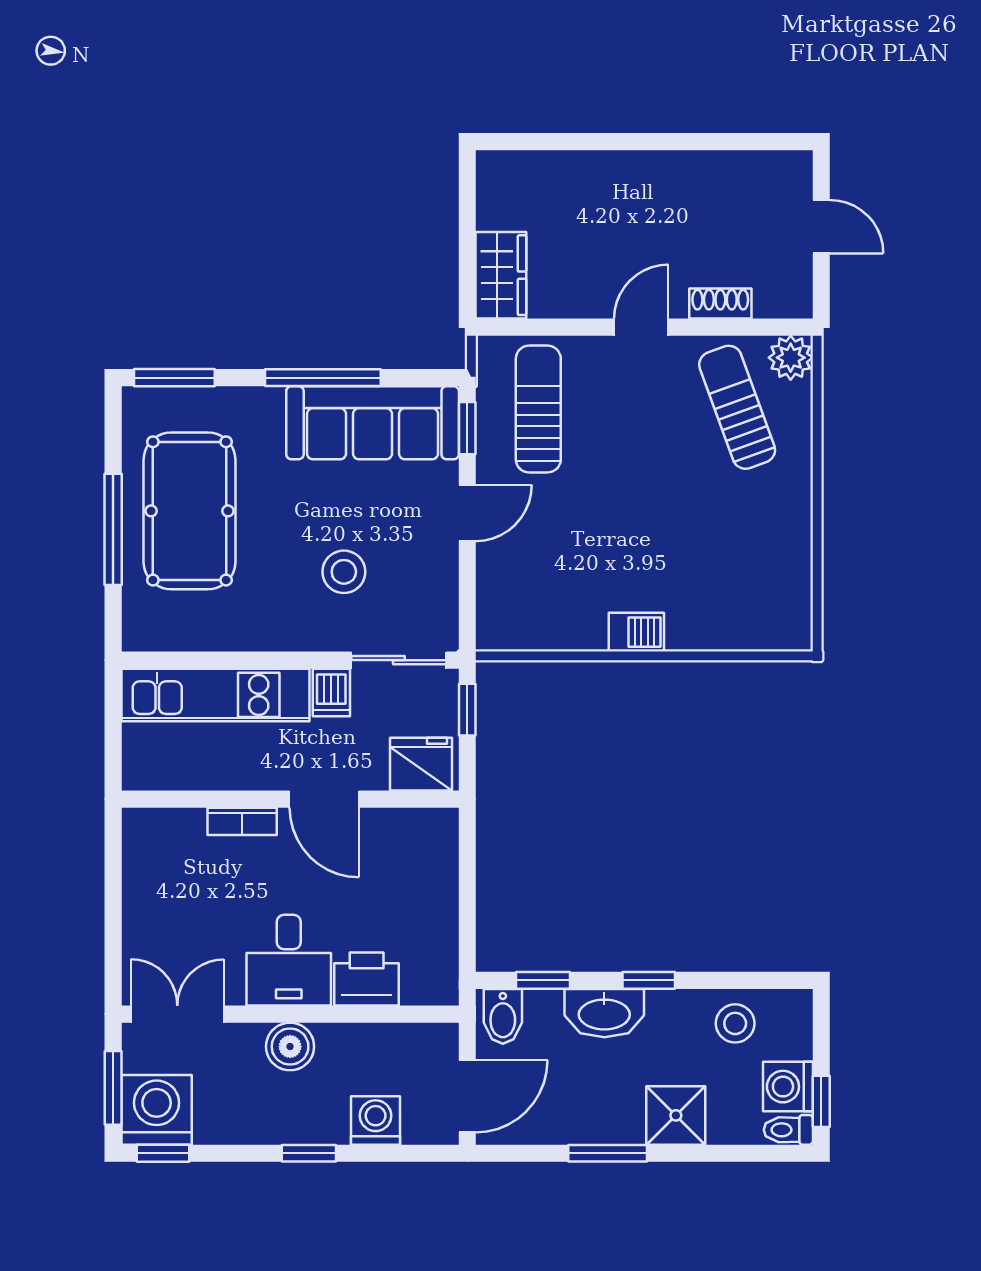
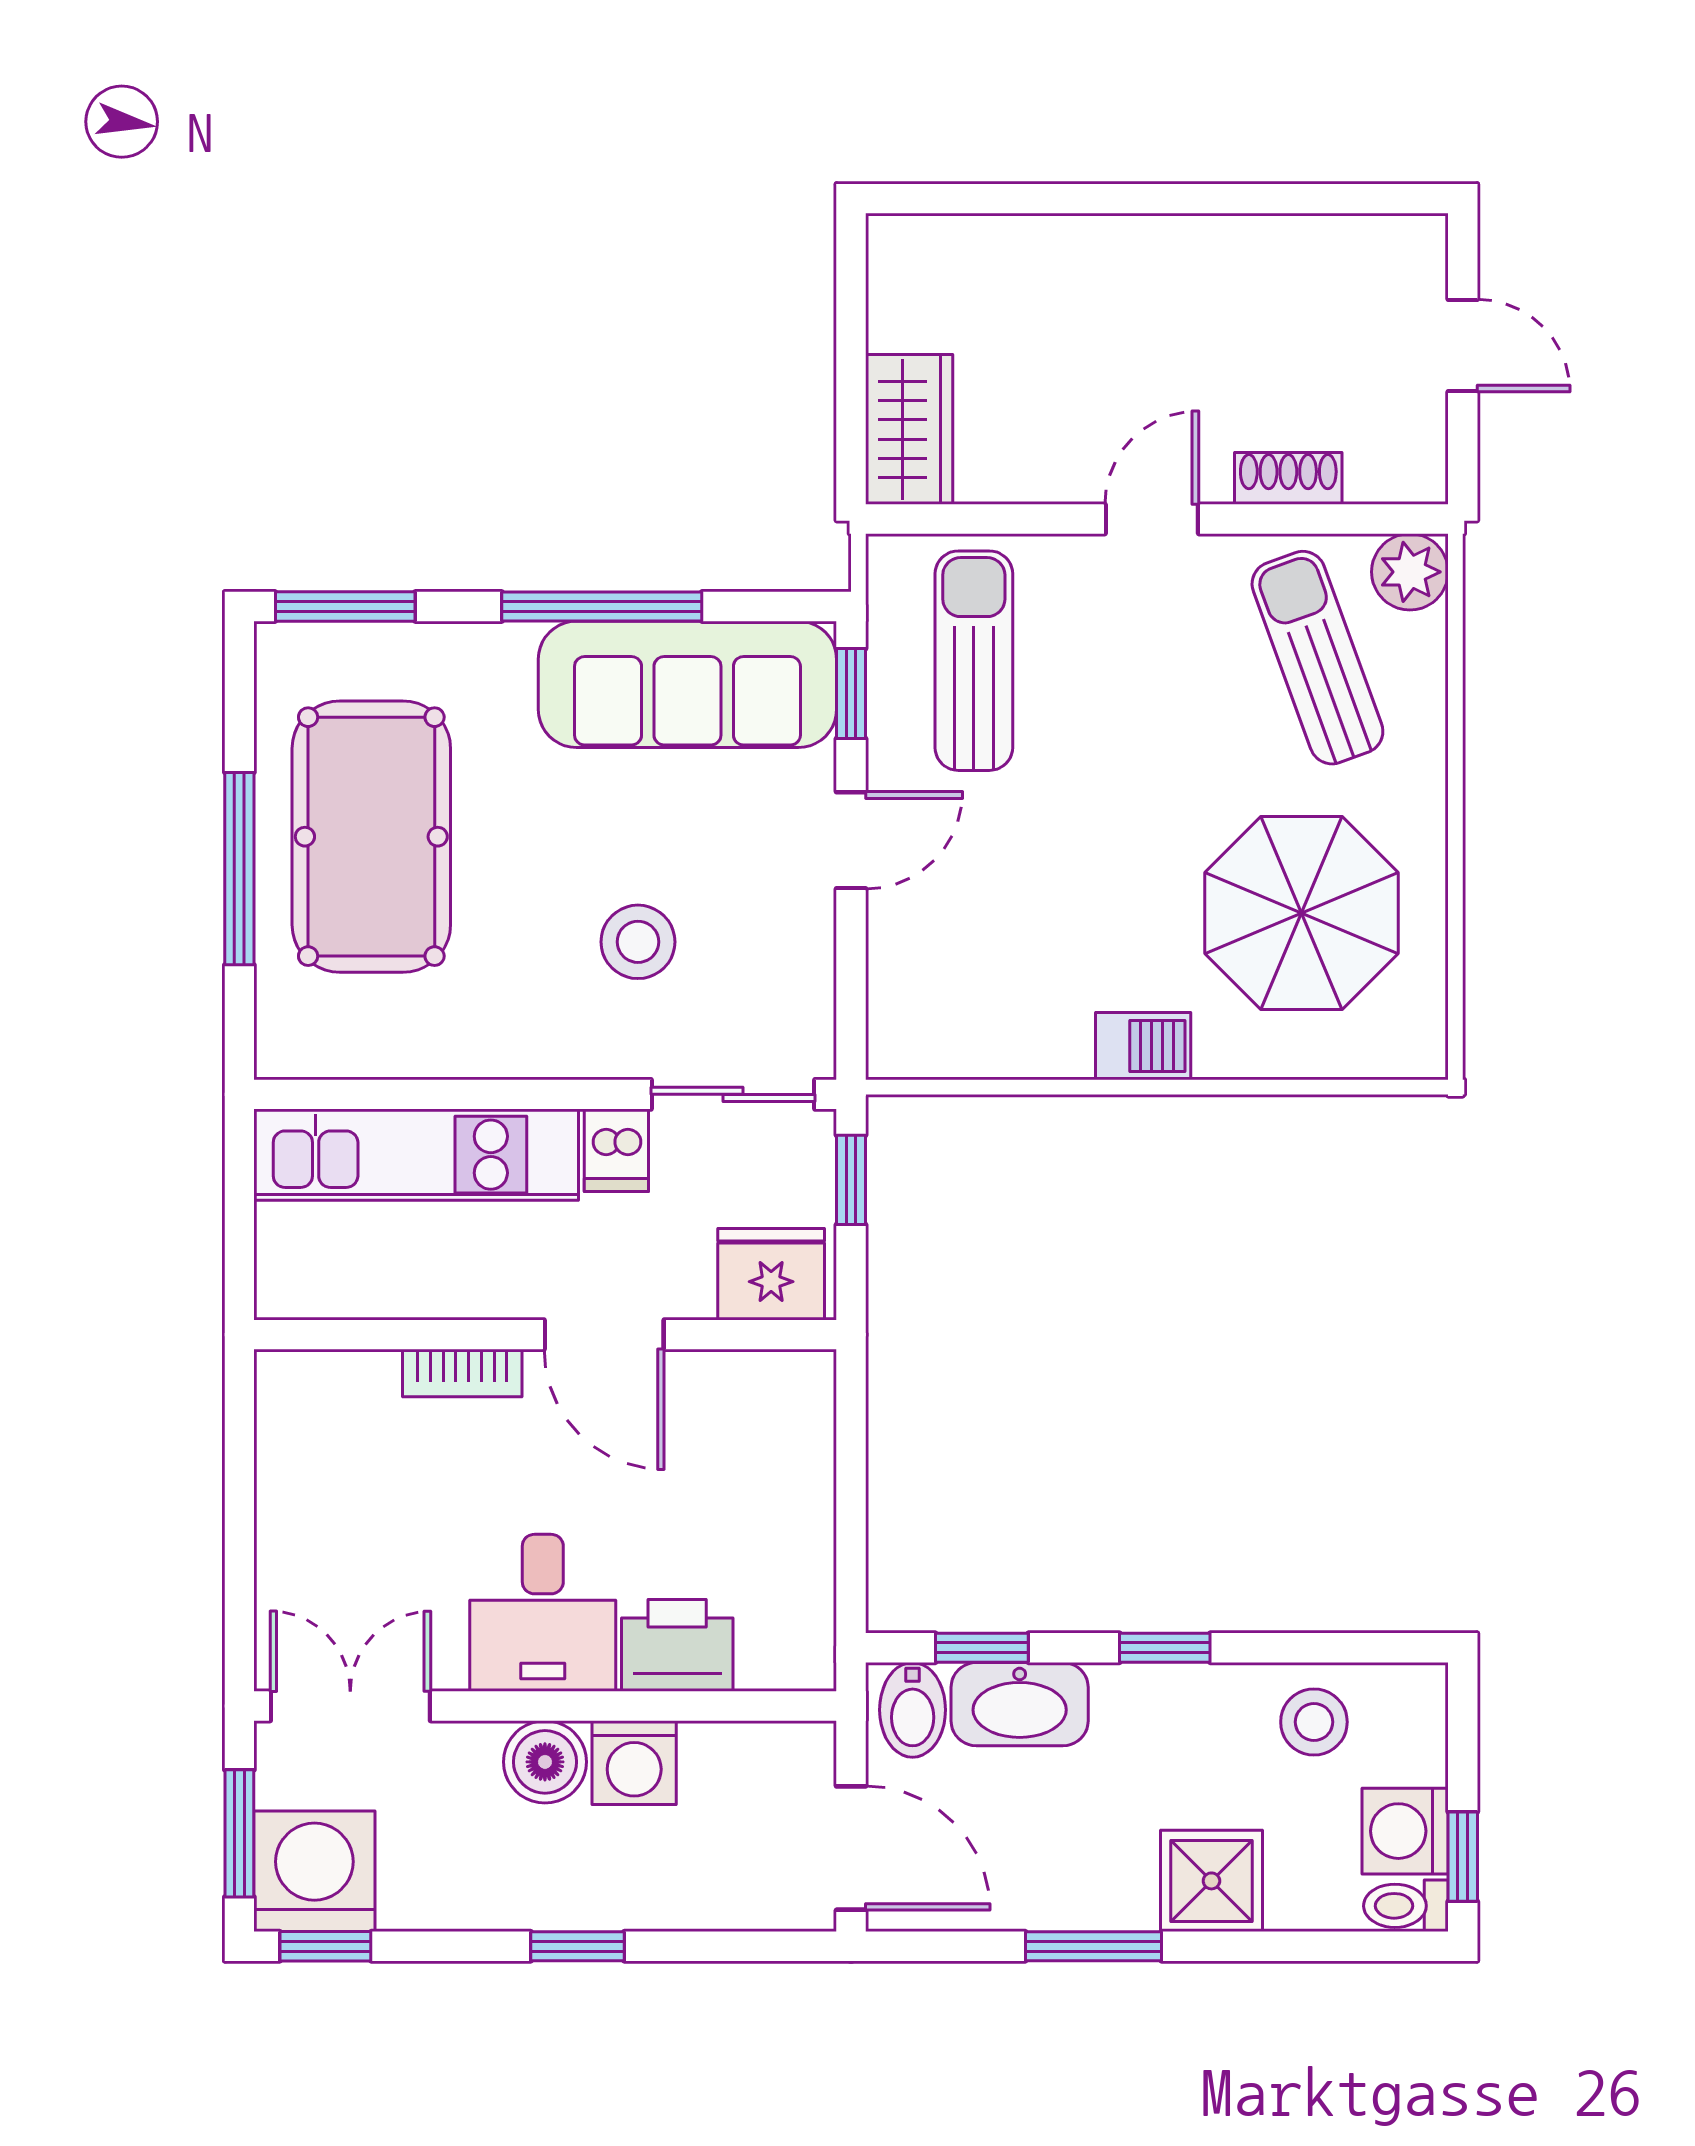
parasol: (728, 555) -> (1302, 913), added
washbasin: (604, 1013) -> (1020, 1704), moved
door: (467, 1096) -> (851, 1848), hinge flipped
washing machine: (376, 1121) -> (634, 1763), moved, turned 180

